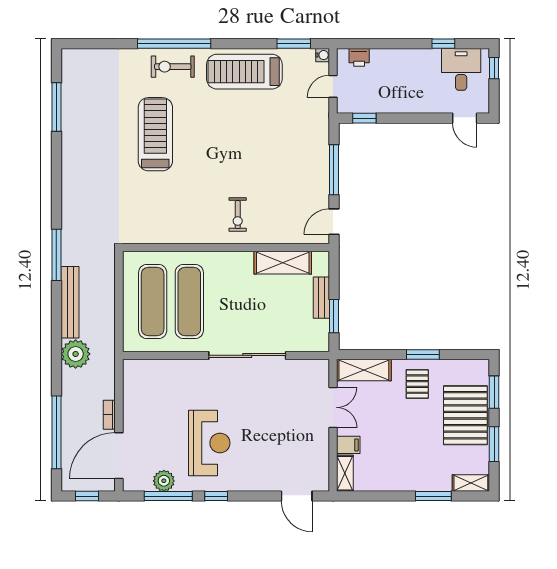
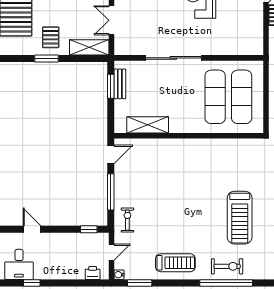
treadmill: (244, 72) -> (175, 263), width x0.73, depth x0.73
door: (465, 118) -> (32, 229), moved
exercise bike: (238, 215) -> (127, 220), moved
bench: (321, 298) -> (120, 84), moved

